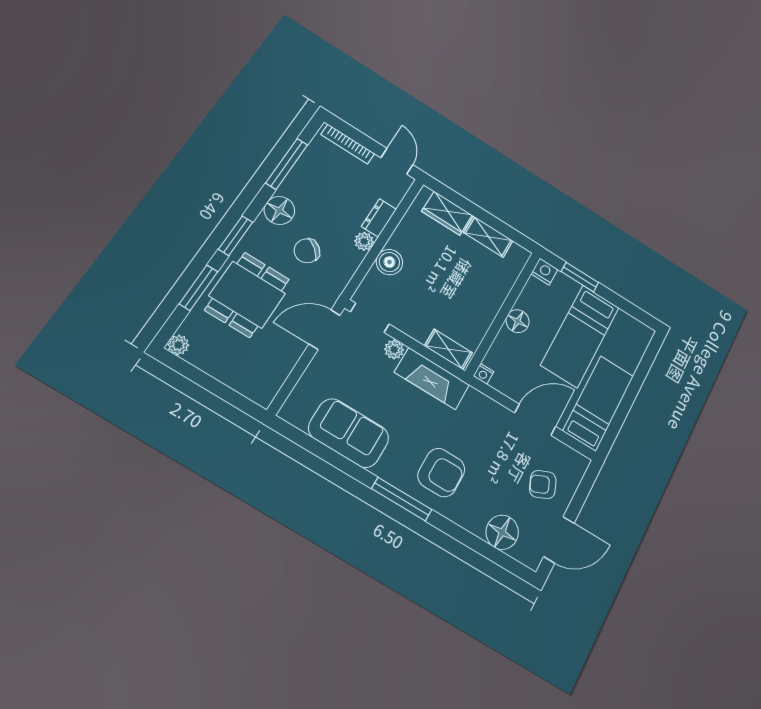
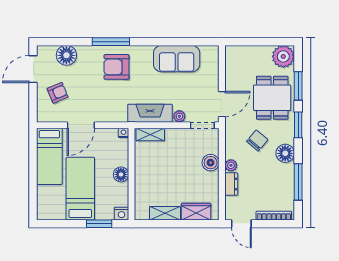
plant: (178, 345) -> (283, 56), width x1.87, depth x1.87
window: (402, 499) -> (111, 42), moved

